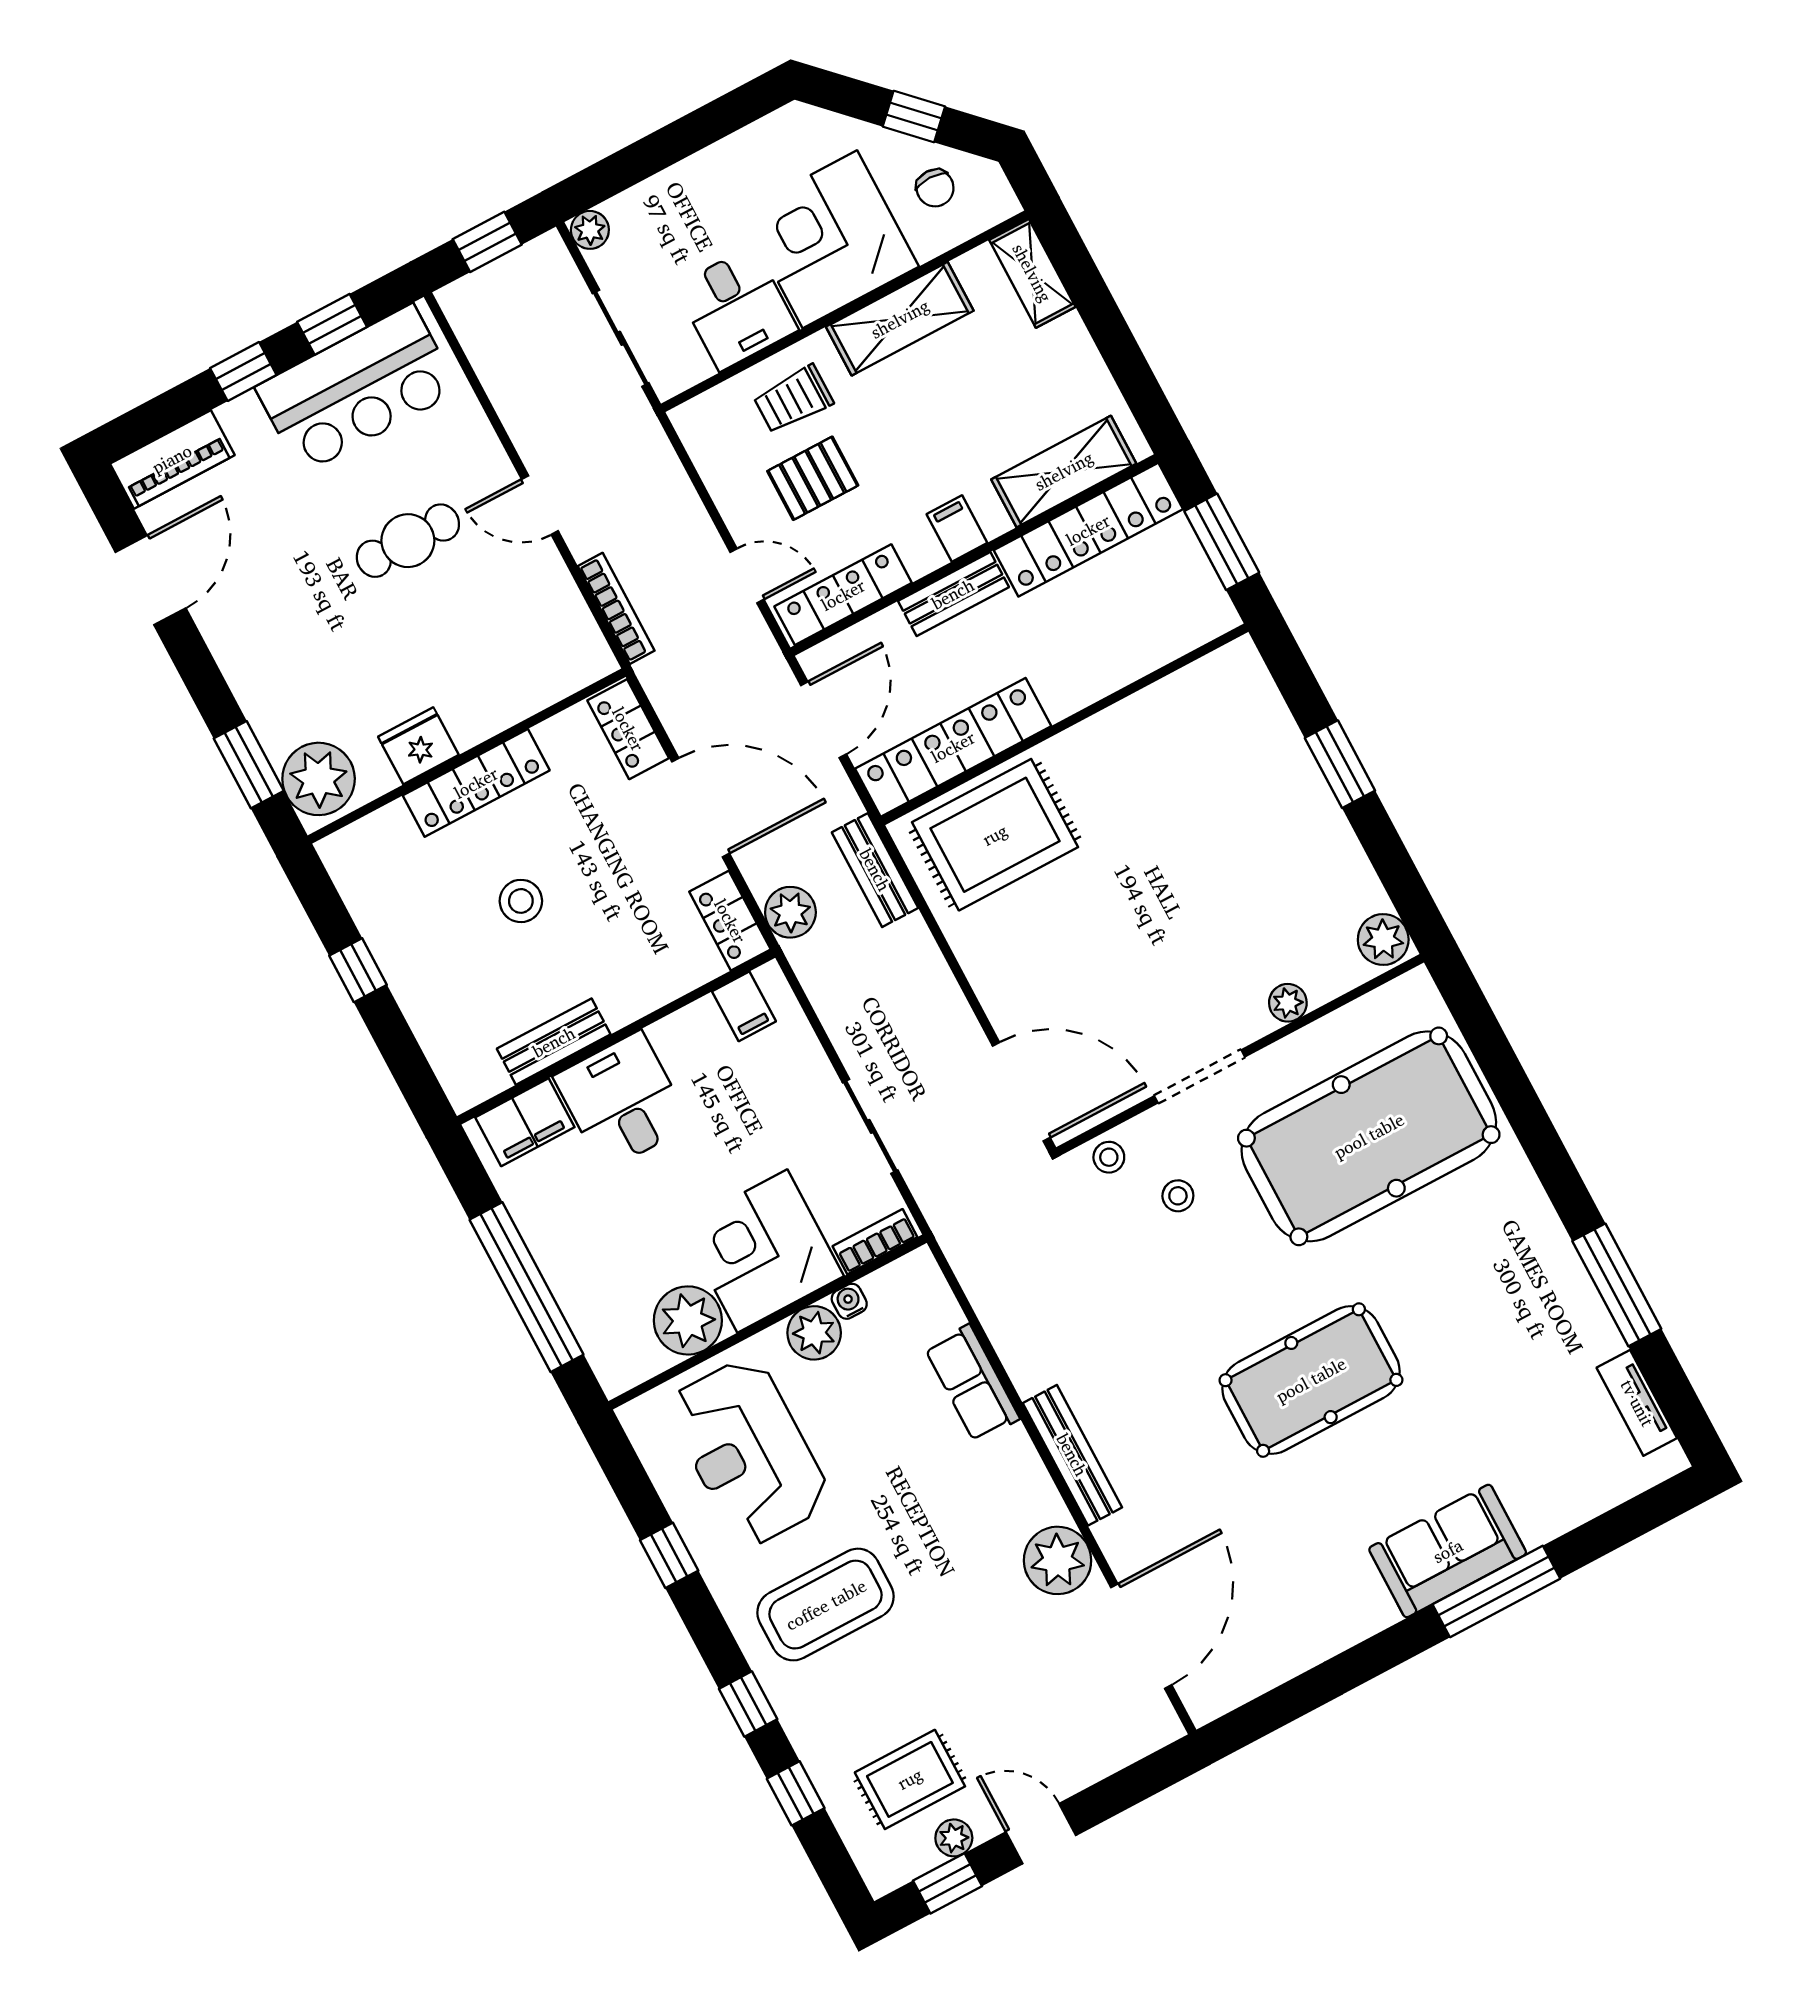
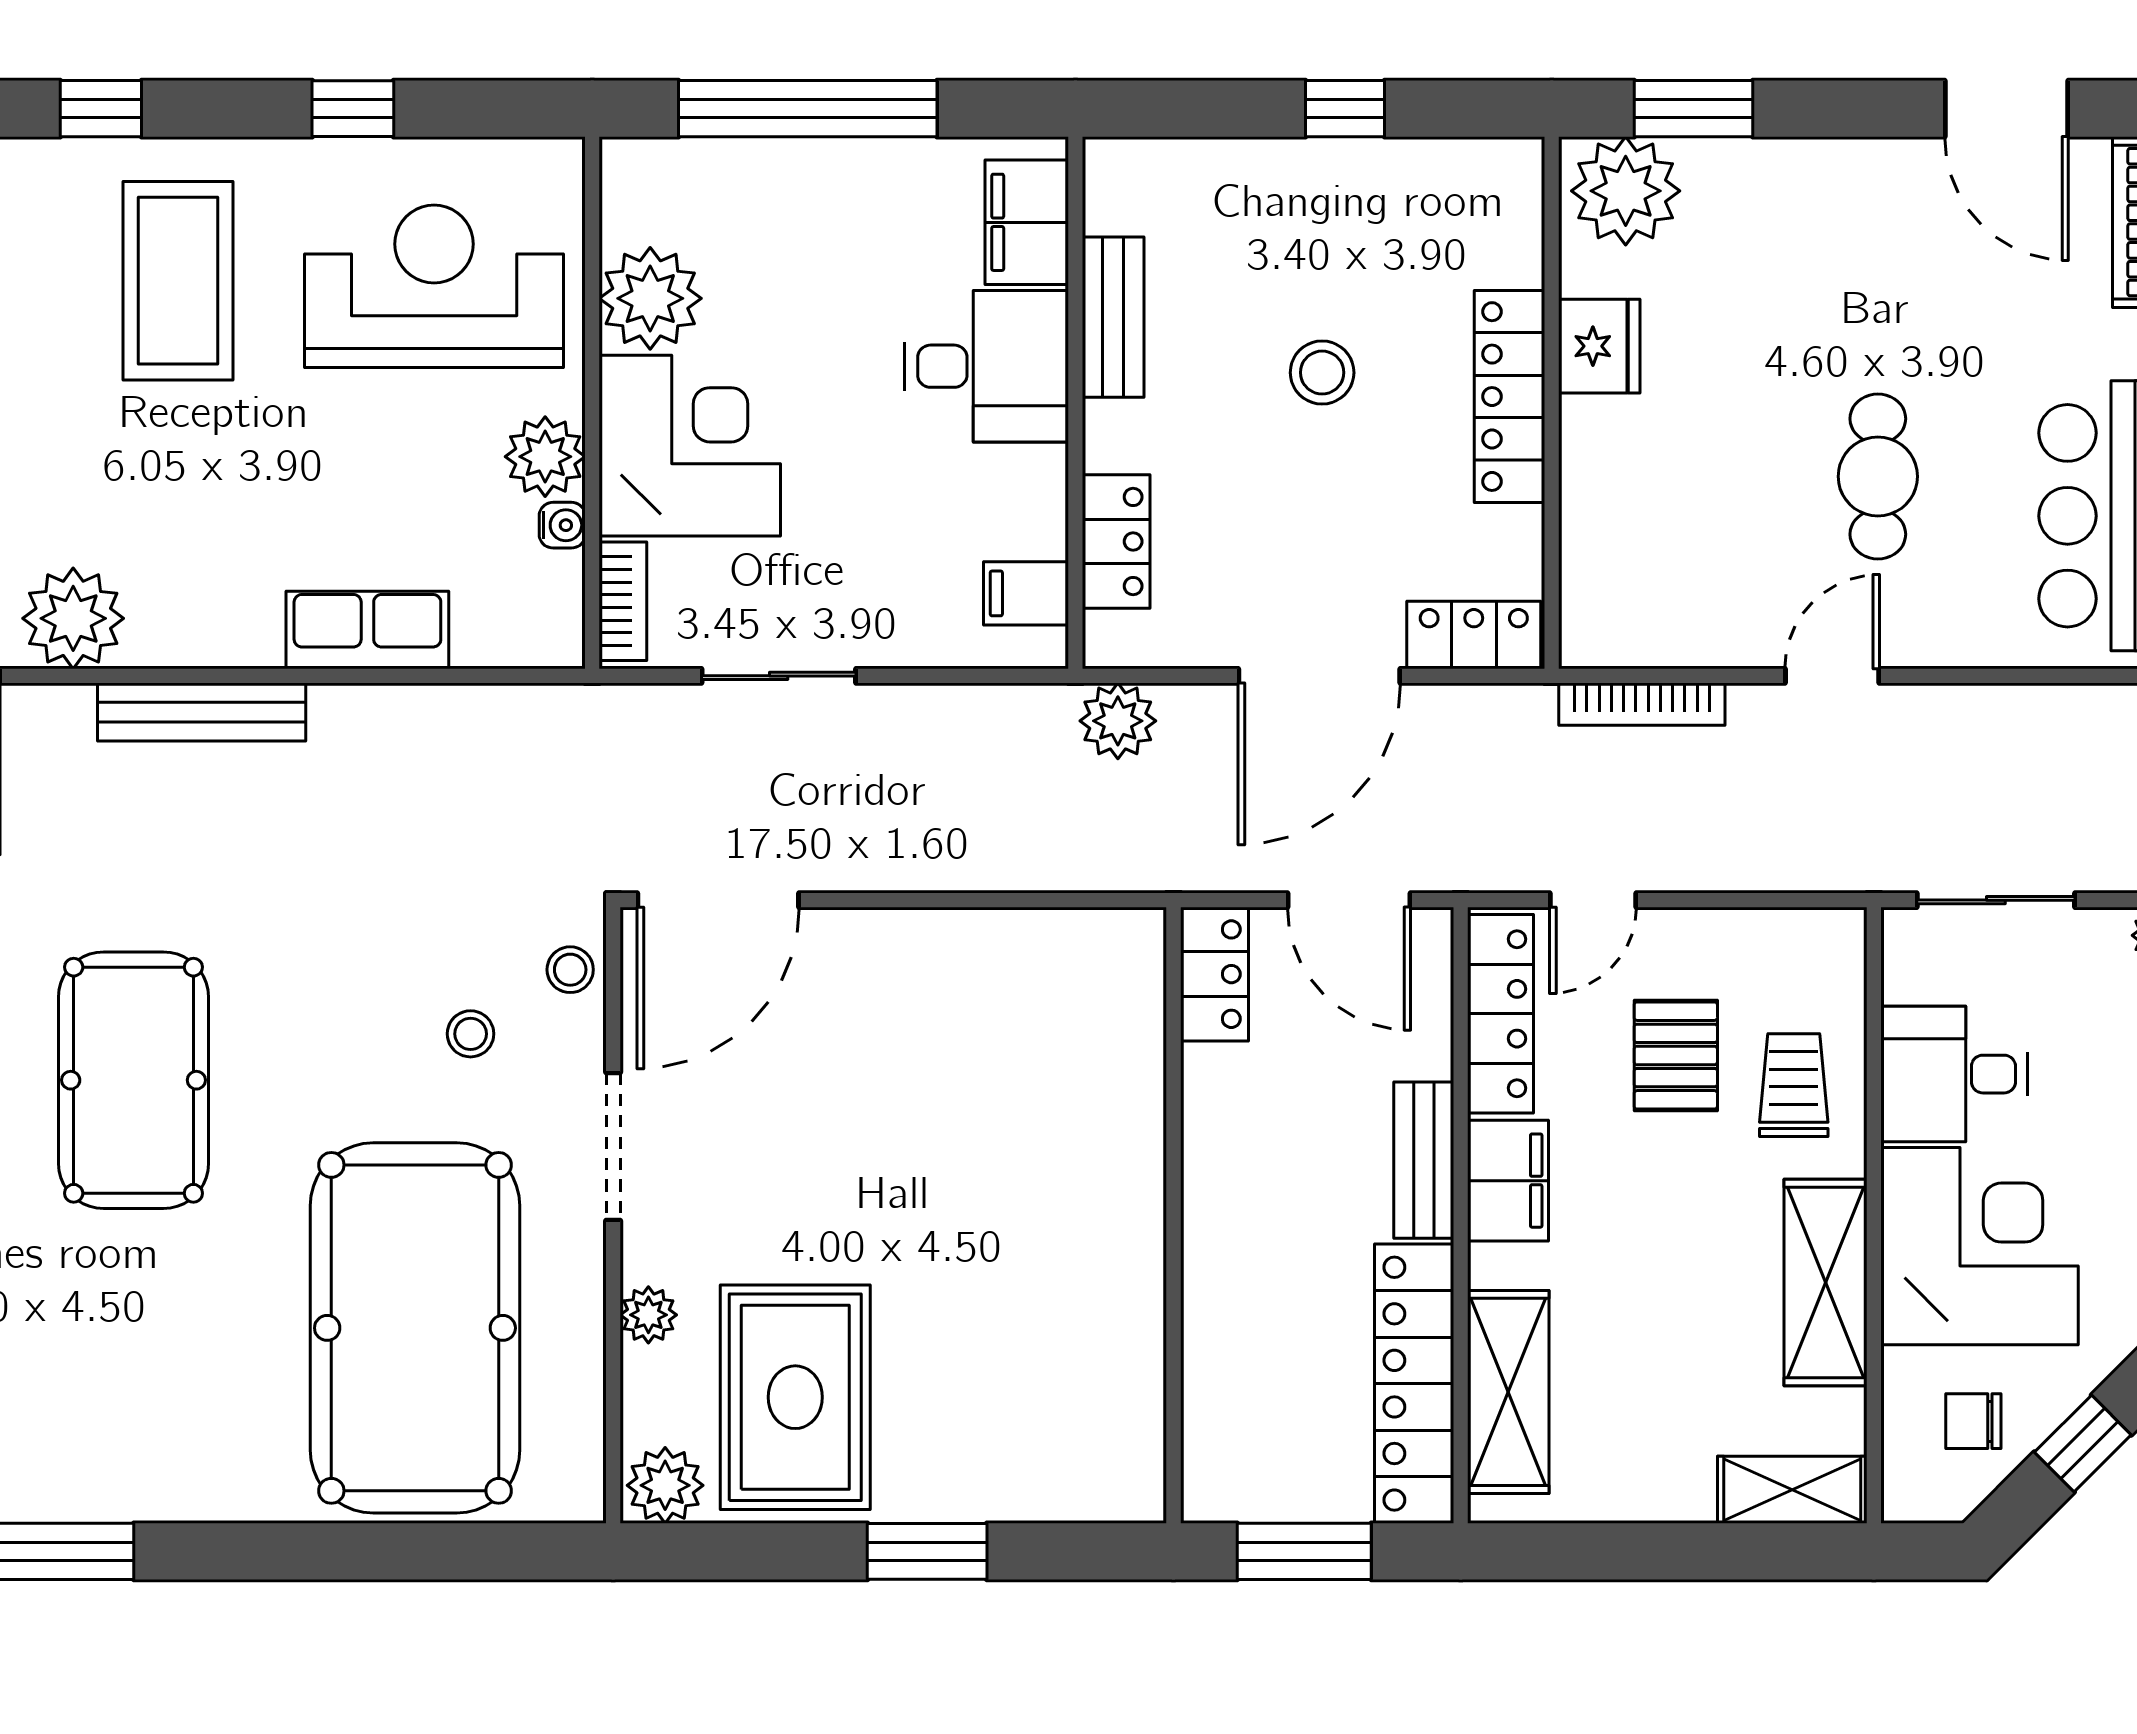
filing cabinet: (957, 528) -> (1508, 1181), width x2.00
locker: (953, 747) -> (1214, 974), width x0.46, depth x0.83
rug: (995, 835) -> (795, 1397), moved
bench: (875, 870) -> (1114, 862), removed
locker: (730, 921) -> (1116, 542), moved, turned 90

